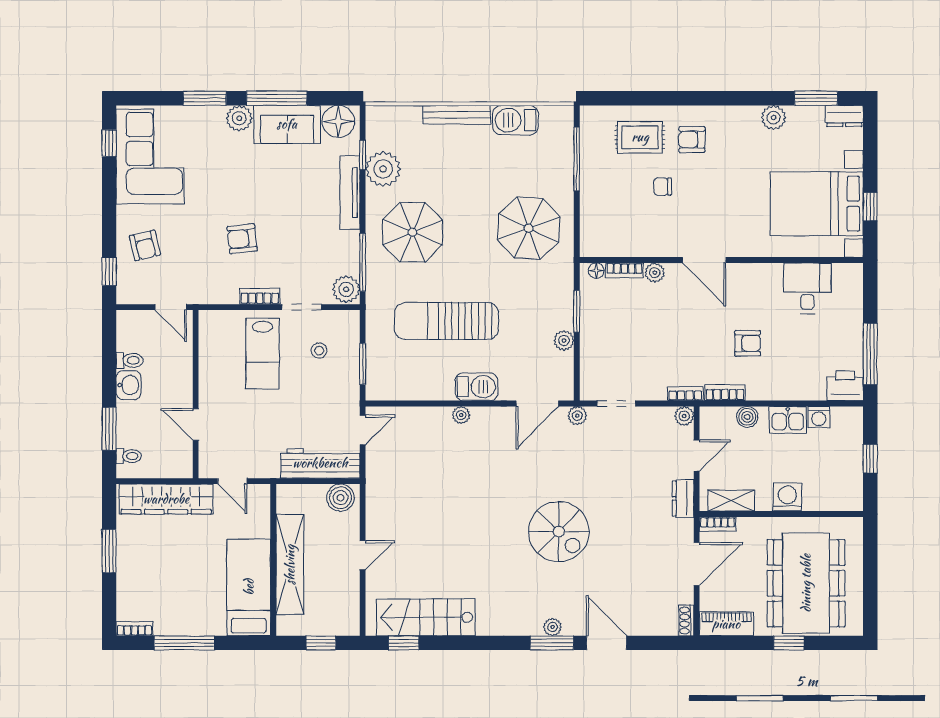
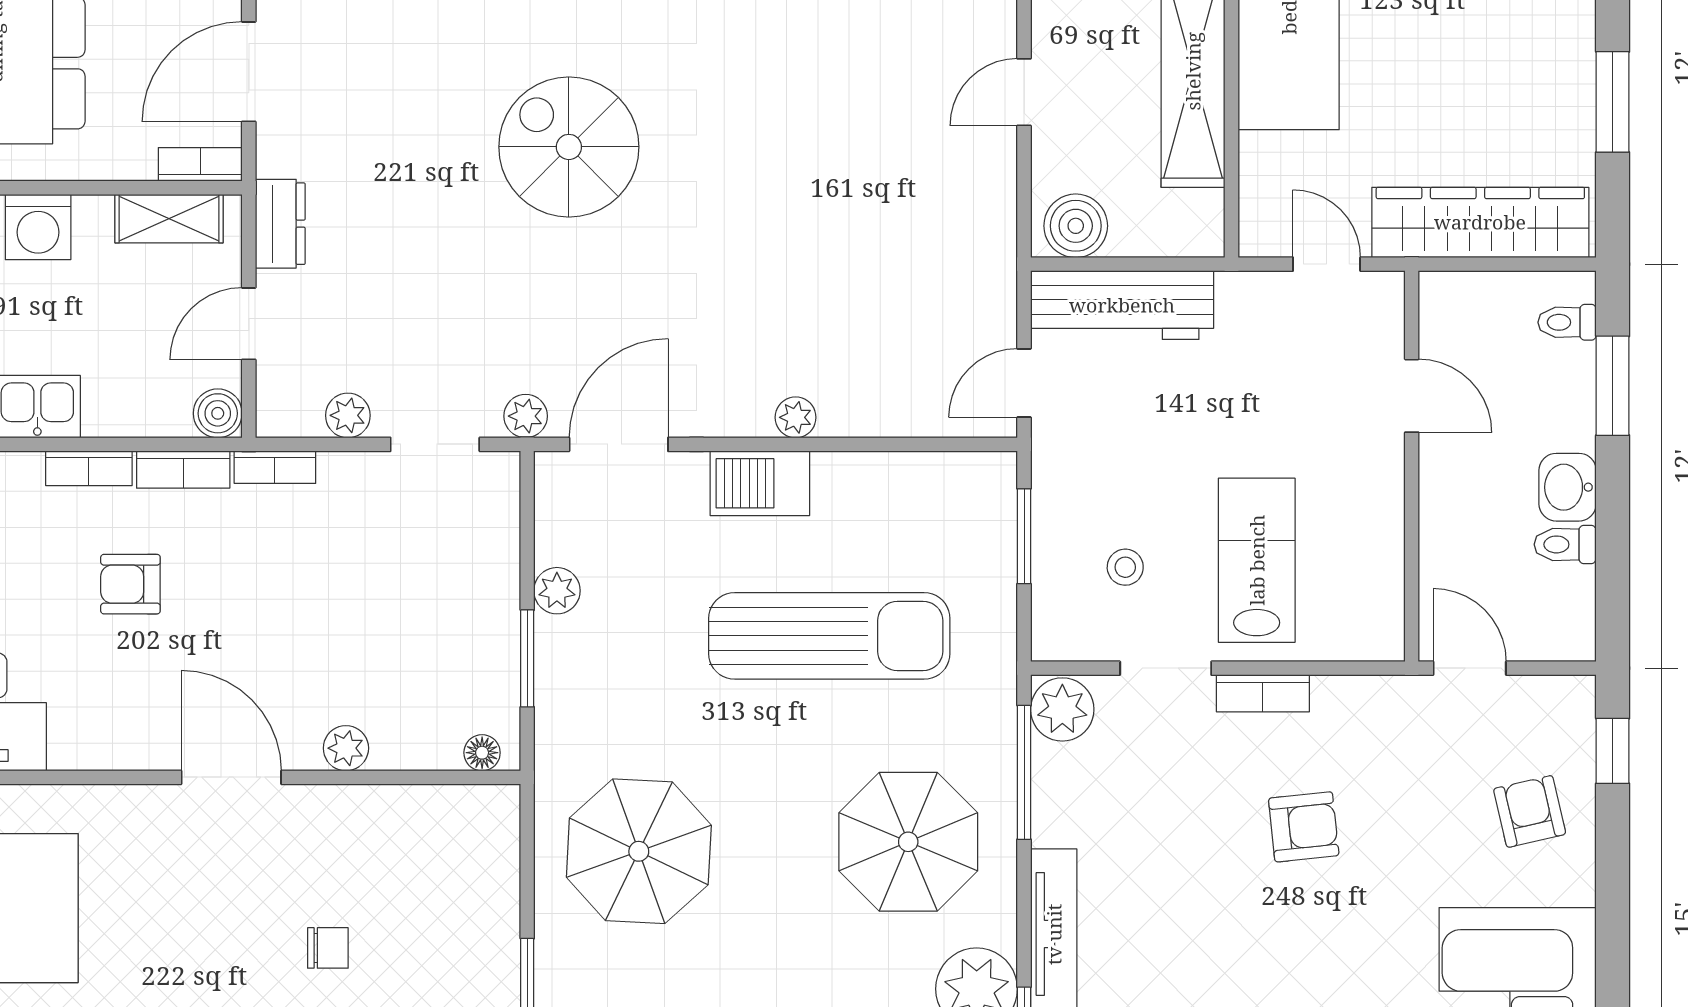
bookcase: (624, 270) -> (89, 468), moved, turned 180
plant: (684, 416) -> (348, 415), moved
boiler: (747, 417) -> (218, 413), moved

